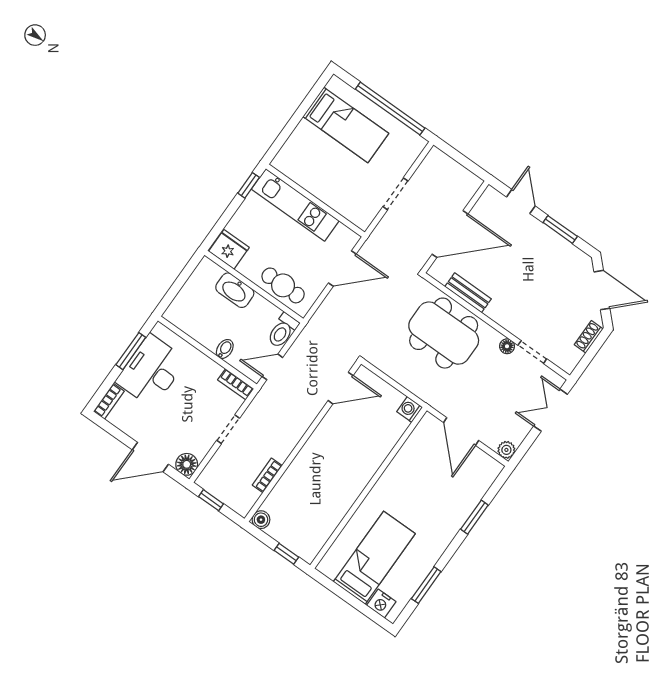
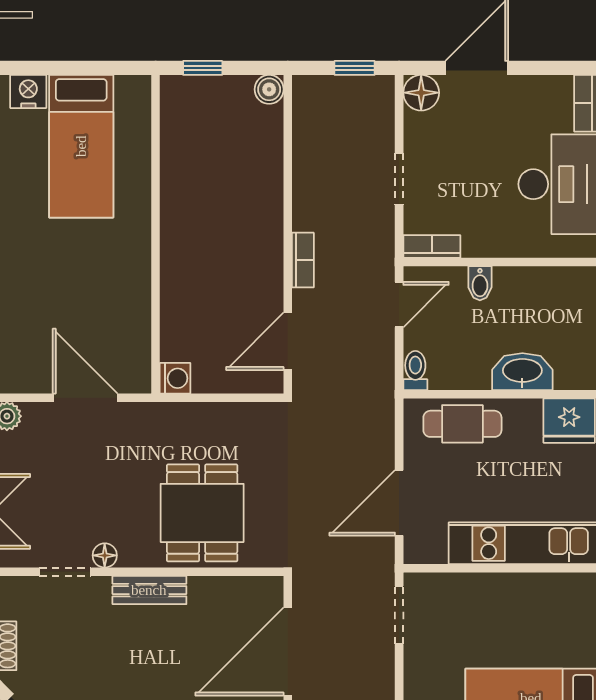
doorway: (395, 194) -> (399, 615), moved
bench: (468, 293) -> (149, 590), moved
toilet: (283, 331) -> (415, 371), width x0.73, depth x0.72
dining table: (444, 333) -> (202, 513), width x0.73
bookcase: (267, 475) -> (303, 260), moved

